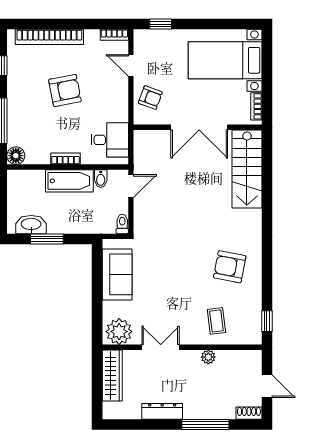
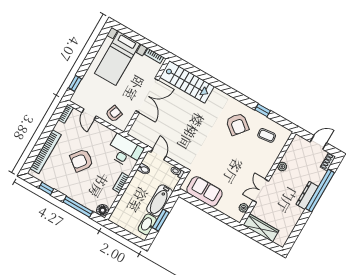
door: (131, 65) -> (89, 114), hinge flipped
armchair: (65, 91) -> (81, 160), turned -131
desk: (110, 140) -> (125, 151), width x1.37
bathtub: (69, 181) -> (160, 201), moved, turned 180
armchair: (230, 267) -> (237, 124), turned -62
coffee table: (216, 321) -> (267, 135), moved
window: (267, 321) -> (263, 110), moved
plant: (119, 332) -> (244, 208), width x0.53, depth x0.53
dresser: (162, 411) -> (307, 195), moved
window: (205, 424) -> (320, 191), width x1.46

